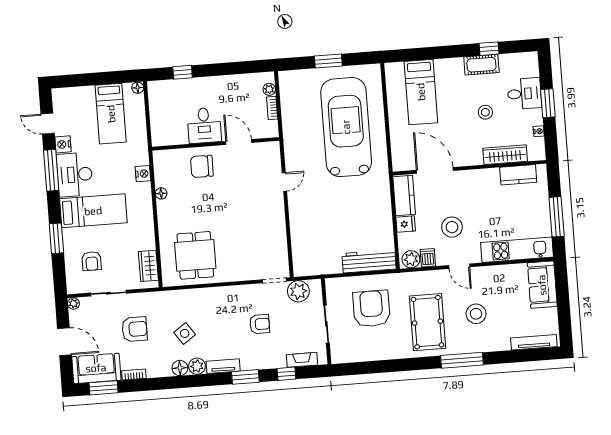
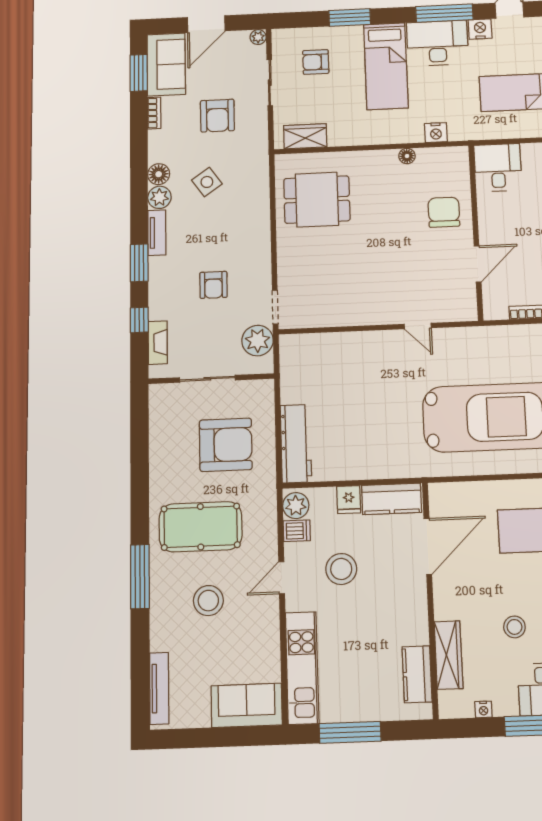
desk: (204, 125) -> (498, 168), moved, turned 90

